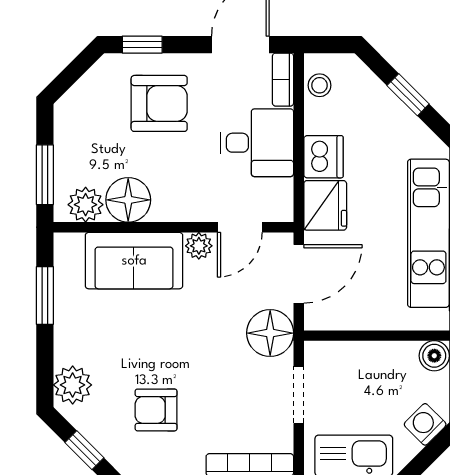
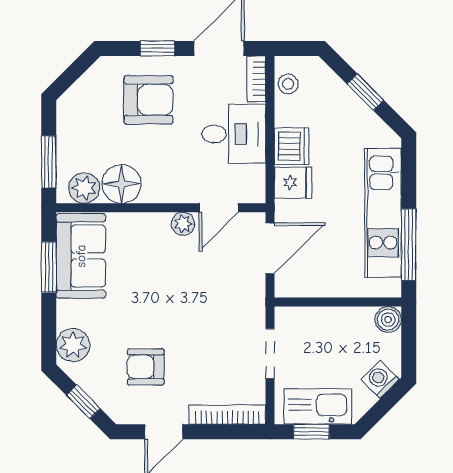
window: (142, 45) -> (158, 48), moved
fridge: (325, 205) -> (293, 183), width x0.72
sofa: (134, 261) -> (81, 256), moved, turned -90
floor lamp: (270, 333) -> (245, 300), removed

